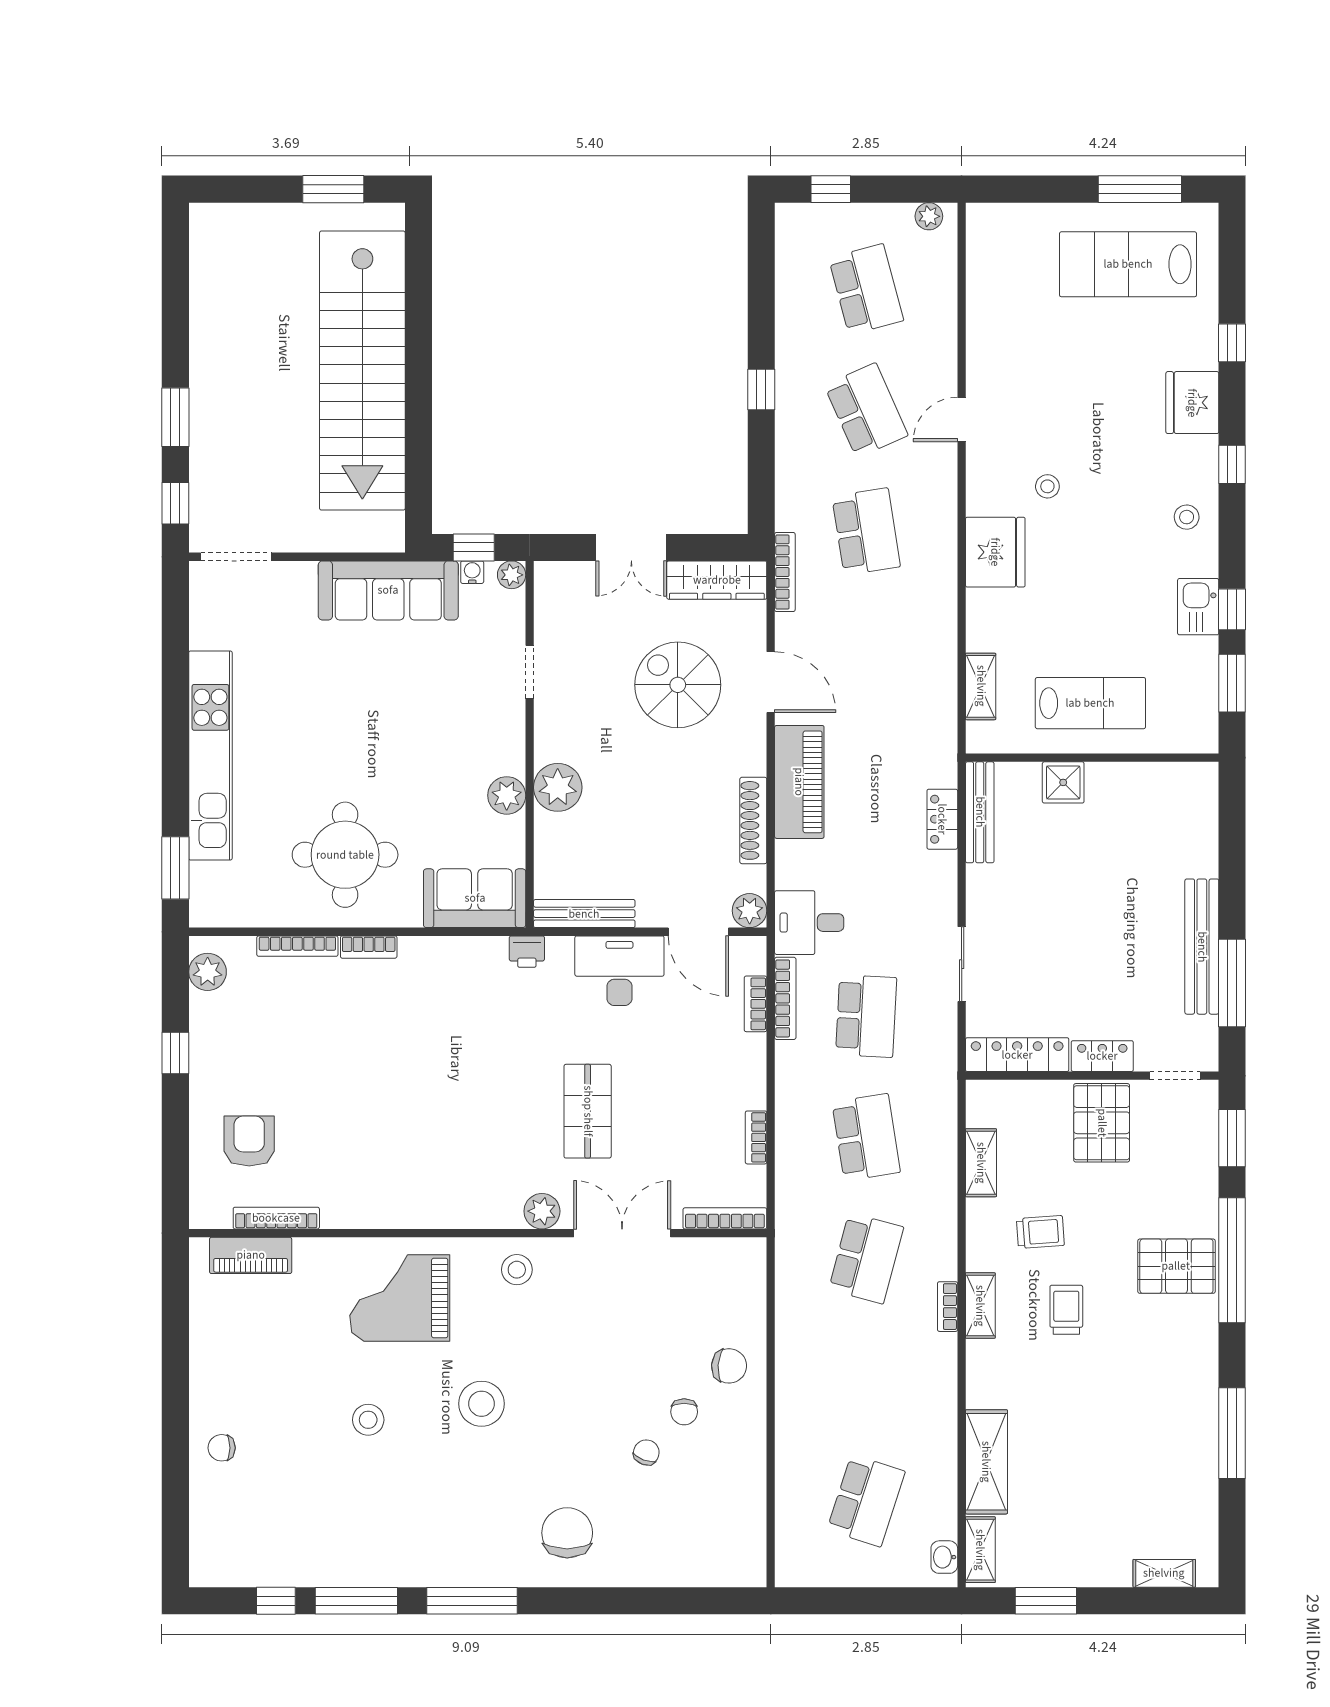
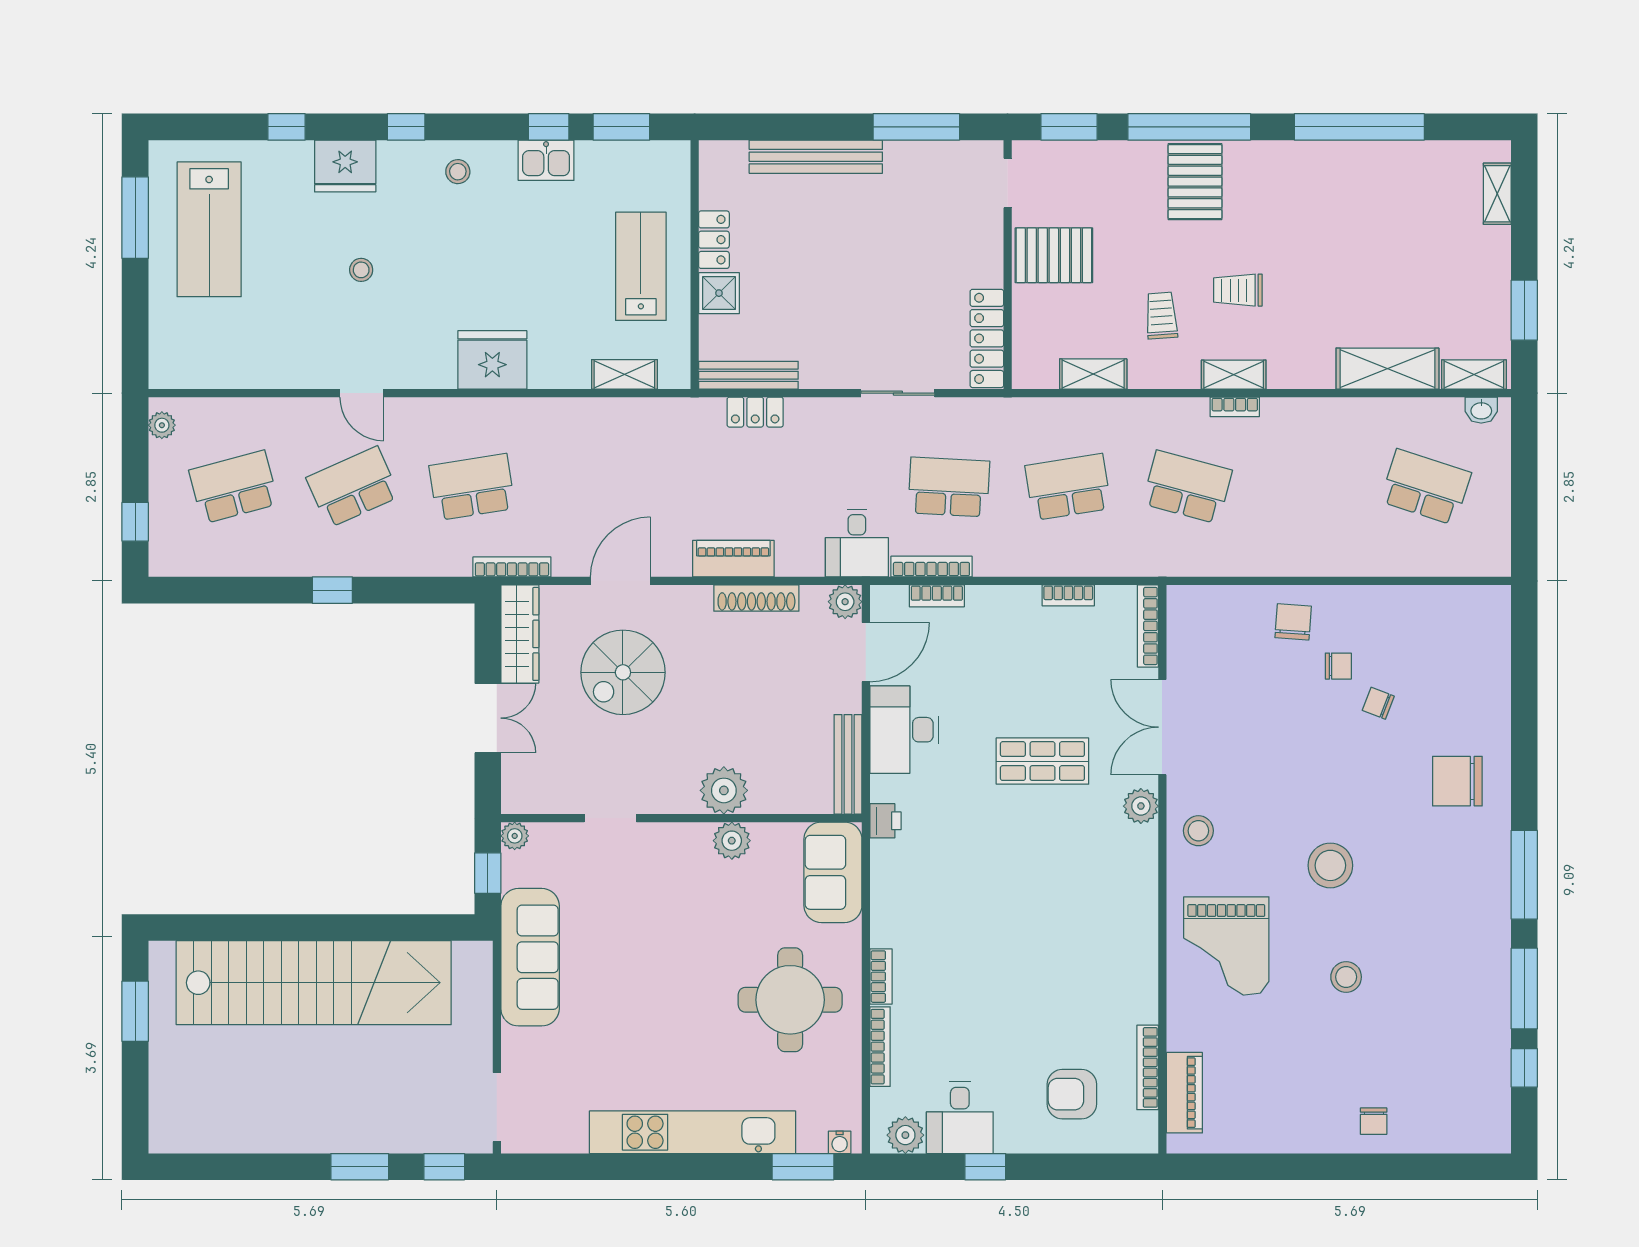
stool: (1047, 486) -> (361, 270), moved
water cooler: (472, 572) -> (840, 1142), moved, turned -90
piano: (799, 782) -> (733, 559), width x0.73, depth x0.75
bench: (1202, 947) -> (816, 157), moved
desk: (225, 1027) -> (960, 1118), added
locker: (1102, 1056) -> (714, 240), moved, turned 180
window: (1232, 1433) -> (1359, 127), width x1.46

